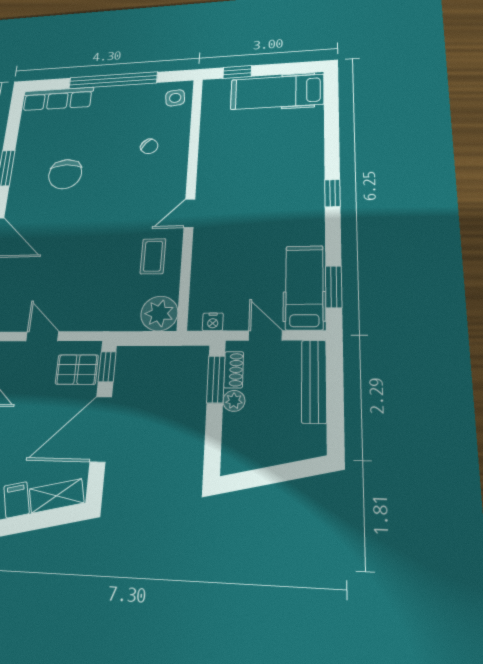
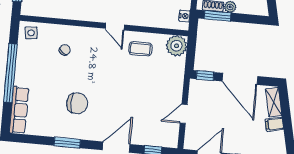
pallet: (77, 370) -> (205, 93), removed

